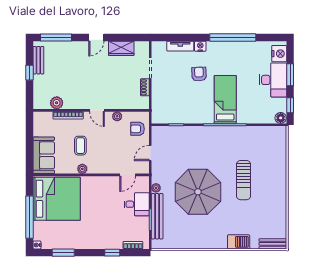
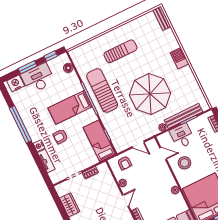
bed: (174, 113) -> (99, 141), added
floor lamp: (281, 118) -> (68, 68), moved
sun lounger: (227, 142) -> (102, 90), added
coffee table: (80, 146) -> (158, 200), removed
sun lounger: (244, 180) -> (121, 51), moved
stool: (107, 193) -> (184, 163), added
barbecue: (239, 242) -> (180, 58), moved

